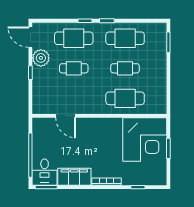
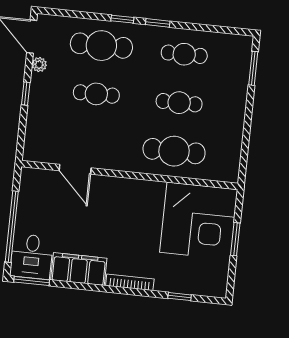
cafe table: (125, 38) -> (184, 54), width x0.73, depth x0.74
plant: (41, 58) -> (39, 65), width x0.53, depth x0.53

